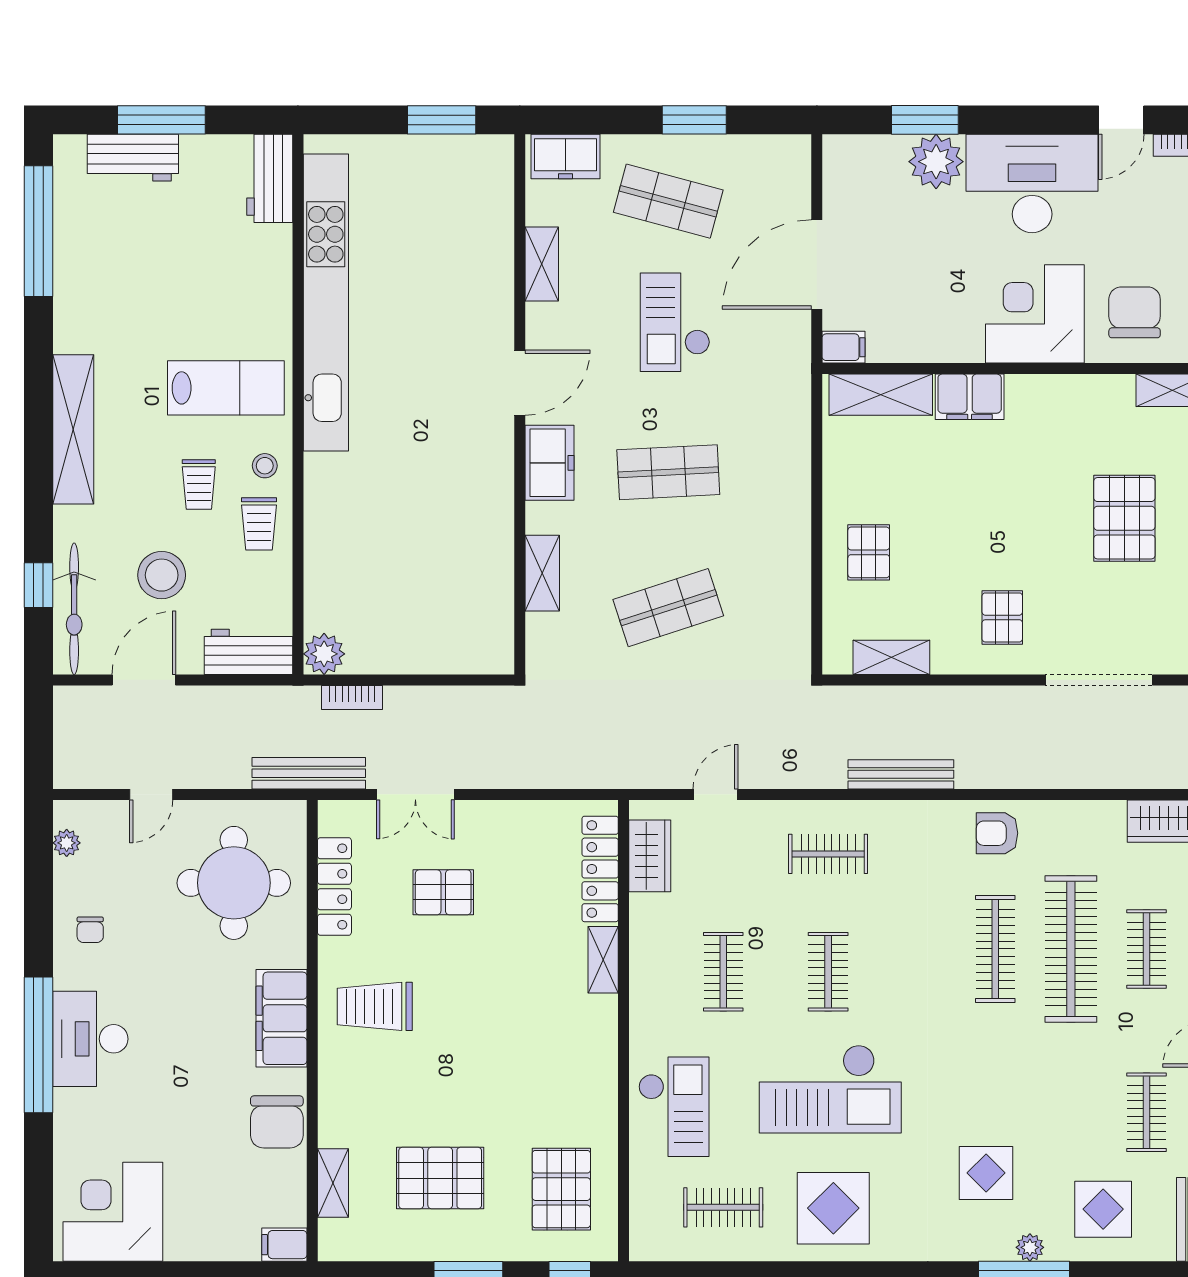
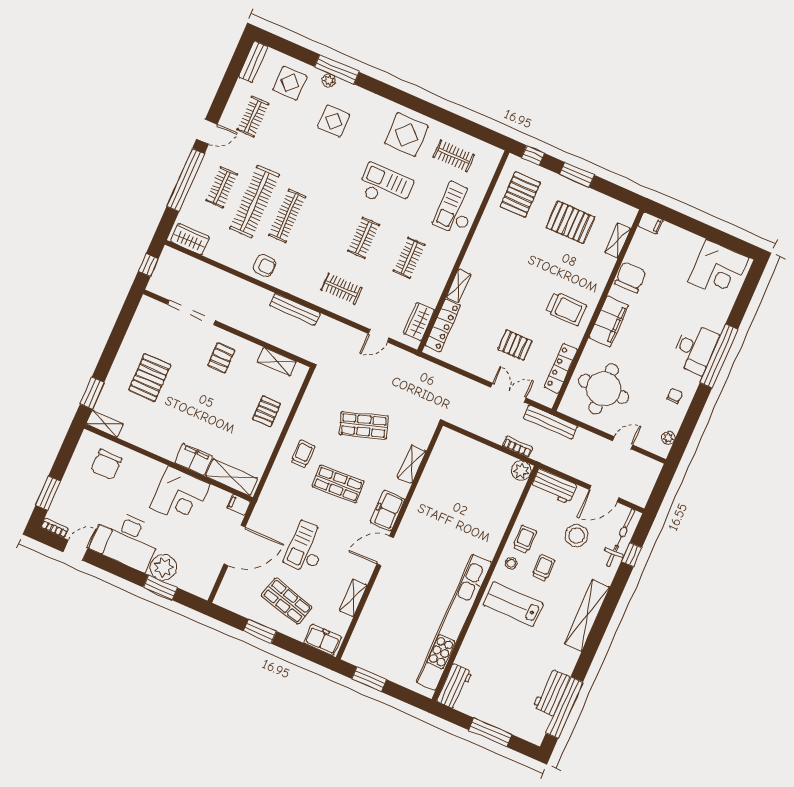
workbench: (133, 158) -> (552, 692), moved, turned -90
corner desk: (1035, 314) -> (180, 496), moved
checkout: (675, 322) -> (307, 547), turned 180
trolley: (762, 501) -> (303, 454), added
checkout: (830, 1089) -> (385, 187), width x0.73, depth x0.83

